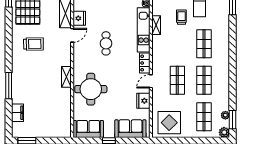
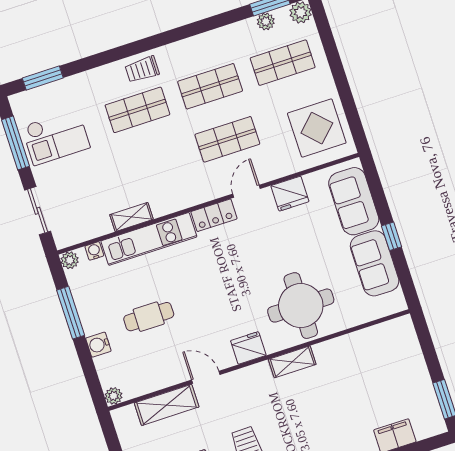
trolley: (181, 17) -> (142, 69), moved
fridge: (79, 18) -> (248, 348), moved
cafe table: (106, 43) -> (149, 317), moved
door: (151, 81) -> (246, 191), swing flipped
sofa: (88, 129) -> (375, 263), moved

